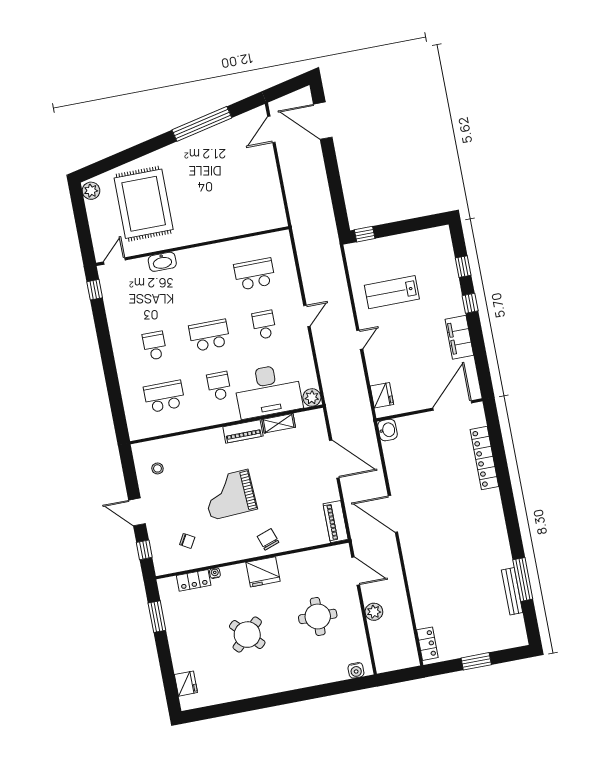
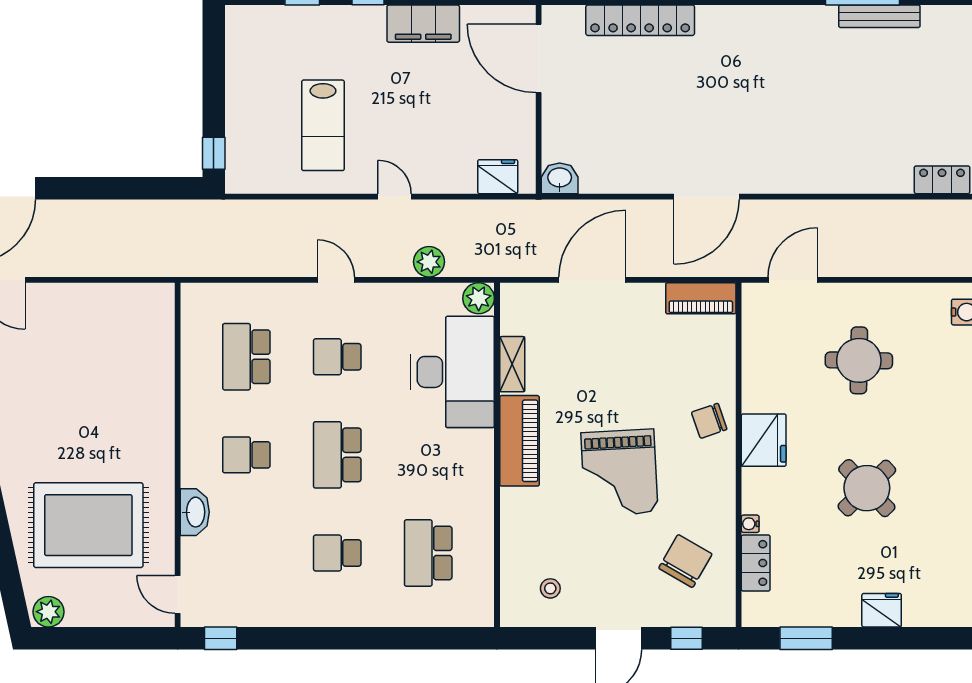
school desk: (219, 386) -> (246, 455), moved
piano: (243, 431) -> (519, 441), width x1.37, depth x1.33
chair: (187, 541) -> (685, 561), width x1.87, depth x1.87
plant: (374, 612) -> (429, 262), moved
fridge: (186, 684) -> (882, 610), moved

